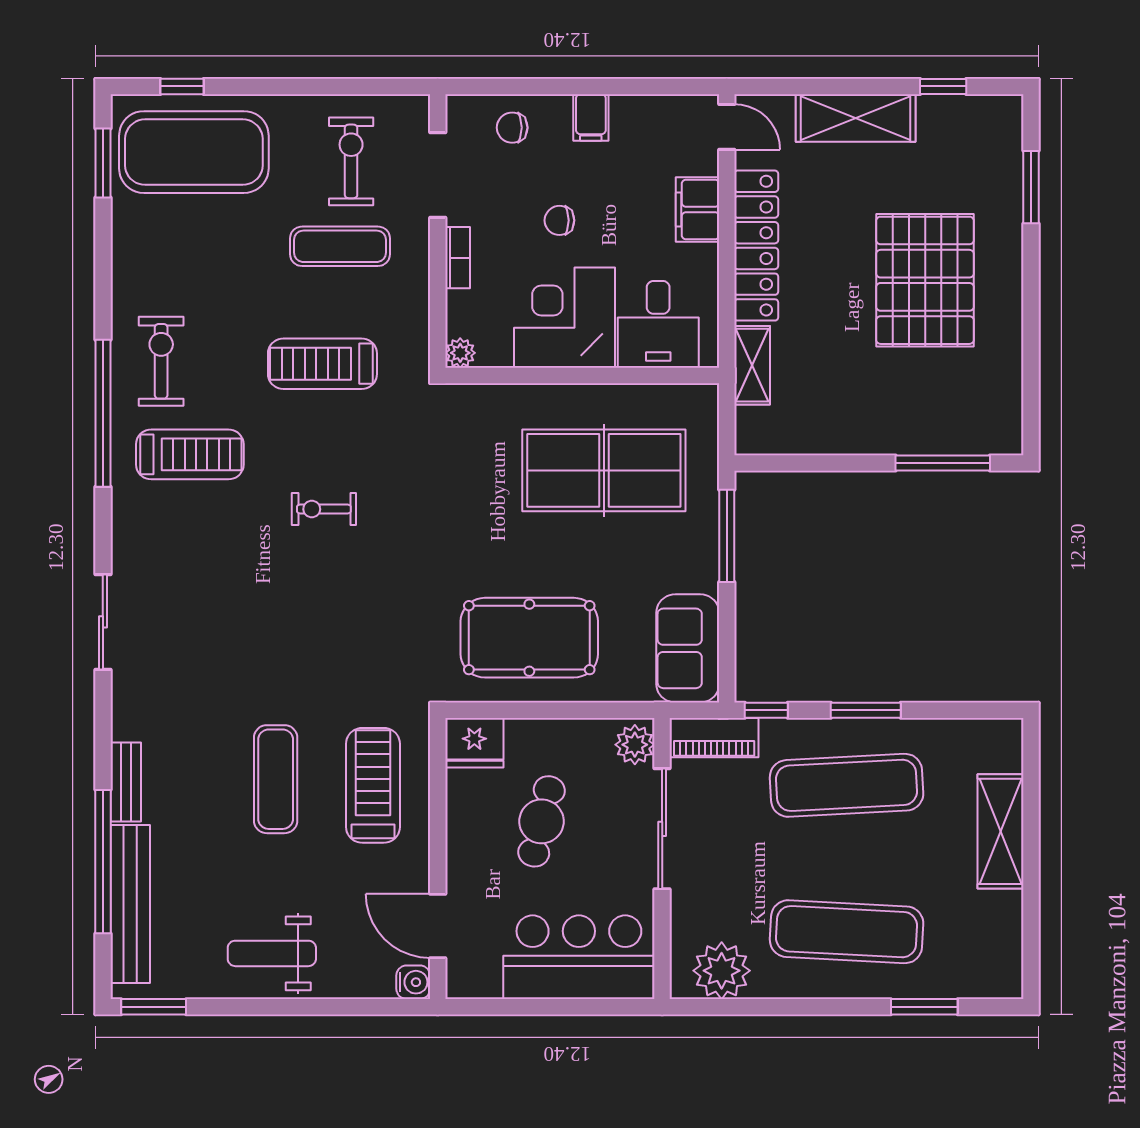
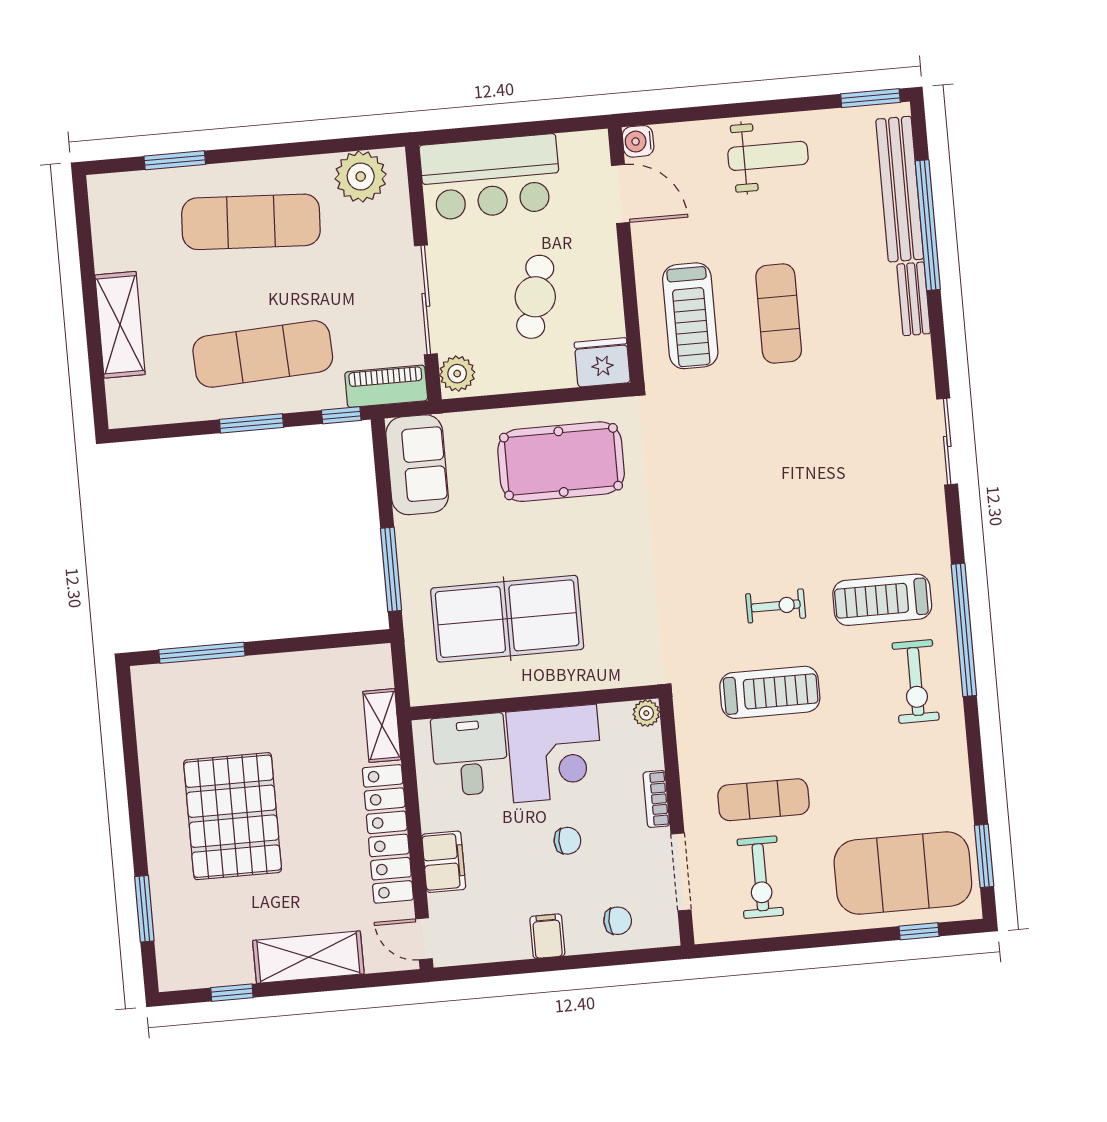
exercise bike: (324, 509) -> (776, 606), moved

